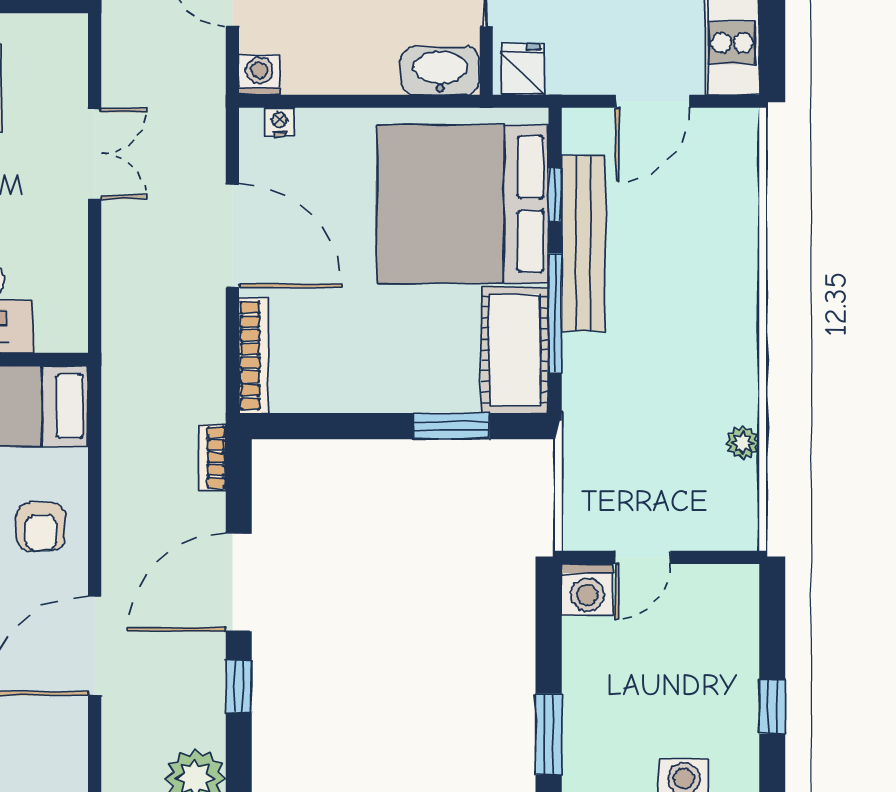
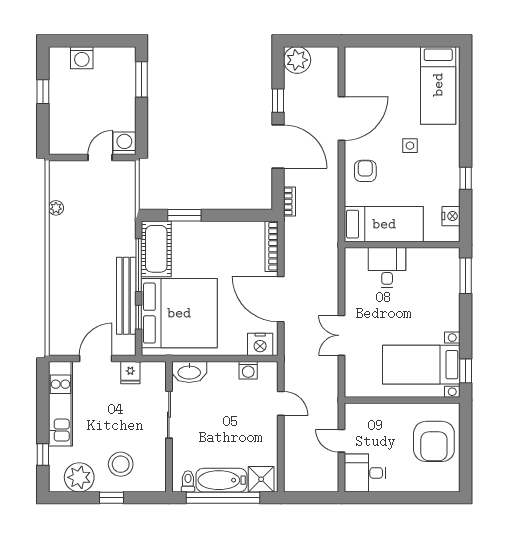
fridge: (522, 69) -> (130, 373), moved
washing machine: (259, 74) -> (248, 370), moved
nightstand: (279, 122) -> (260, 344), width x1.89, depth x1.79
door: (239, 582) -> (278, 146), hinge flipped

